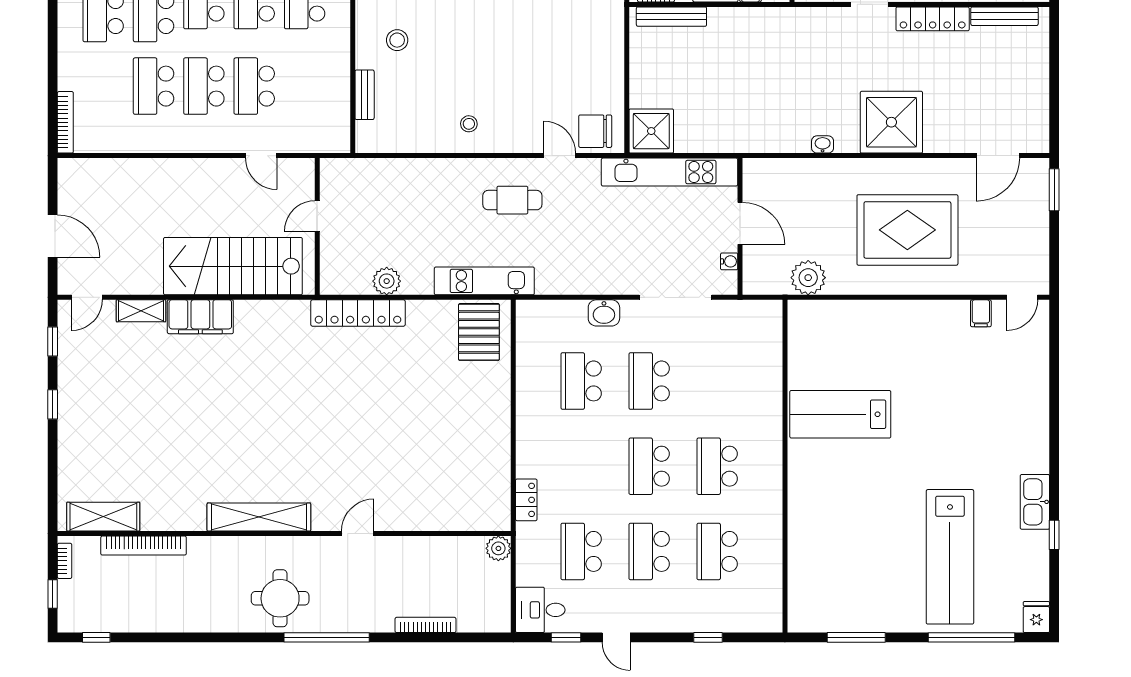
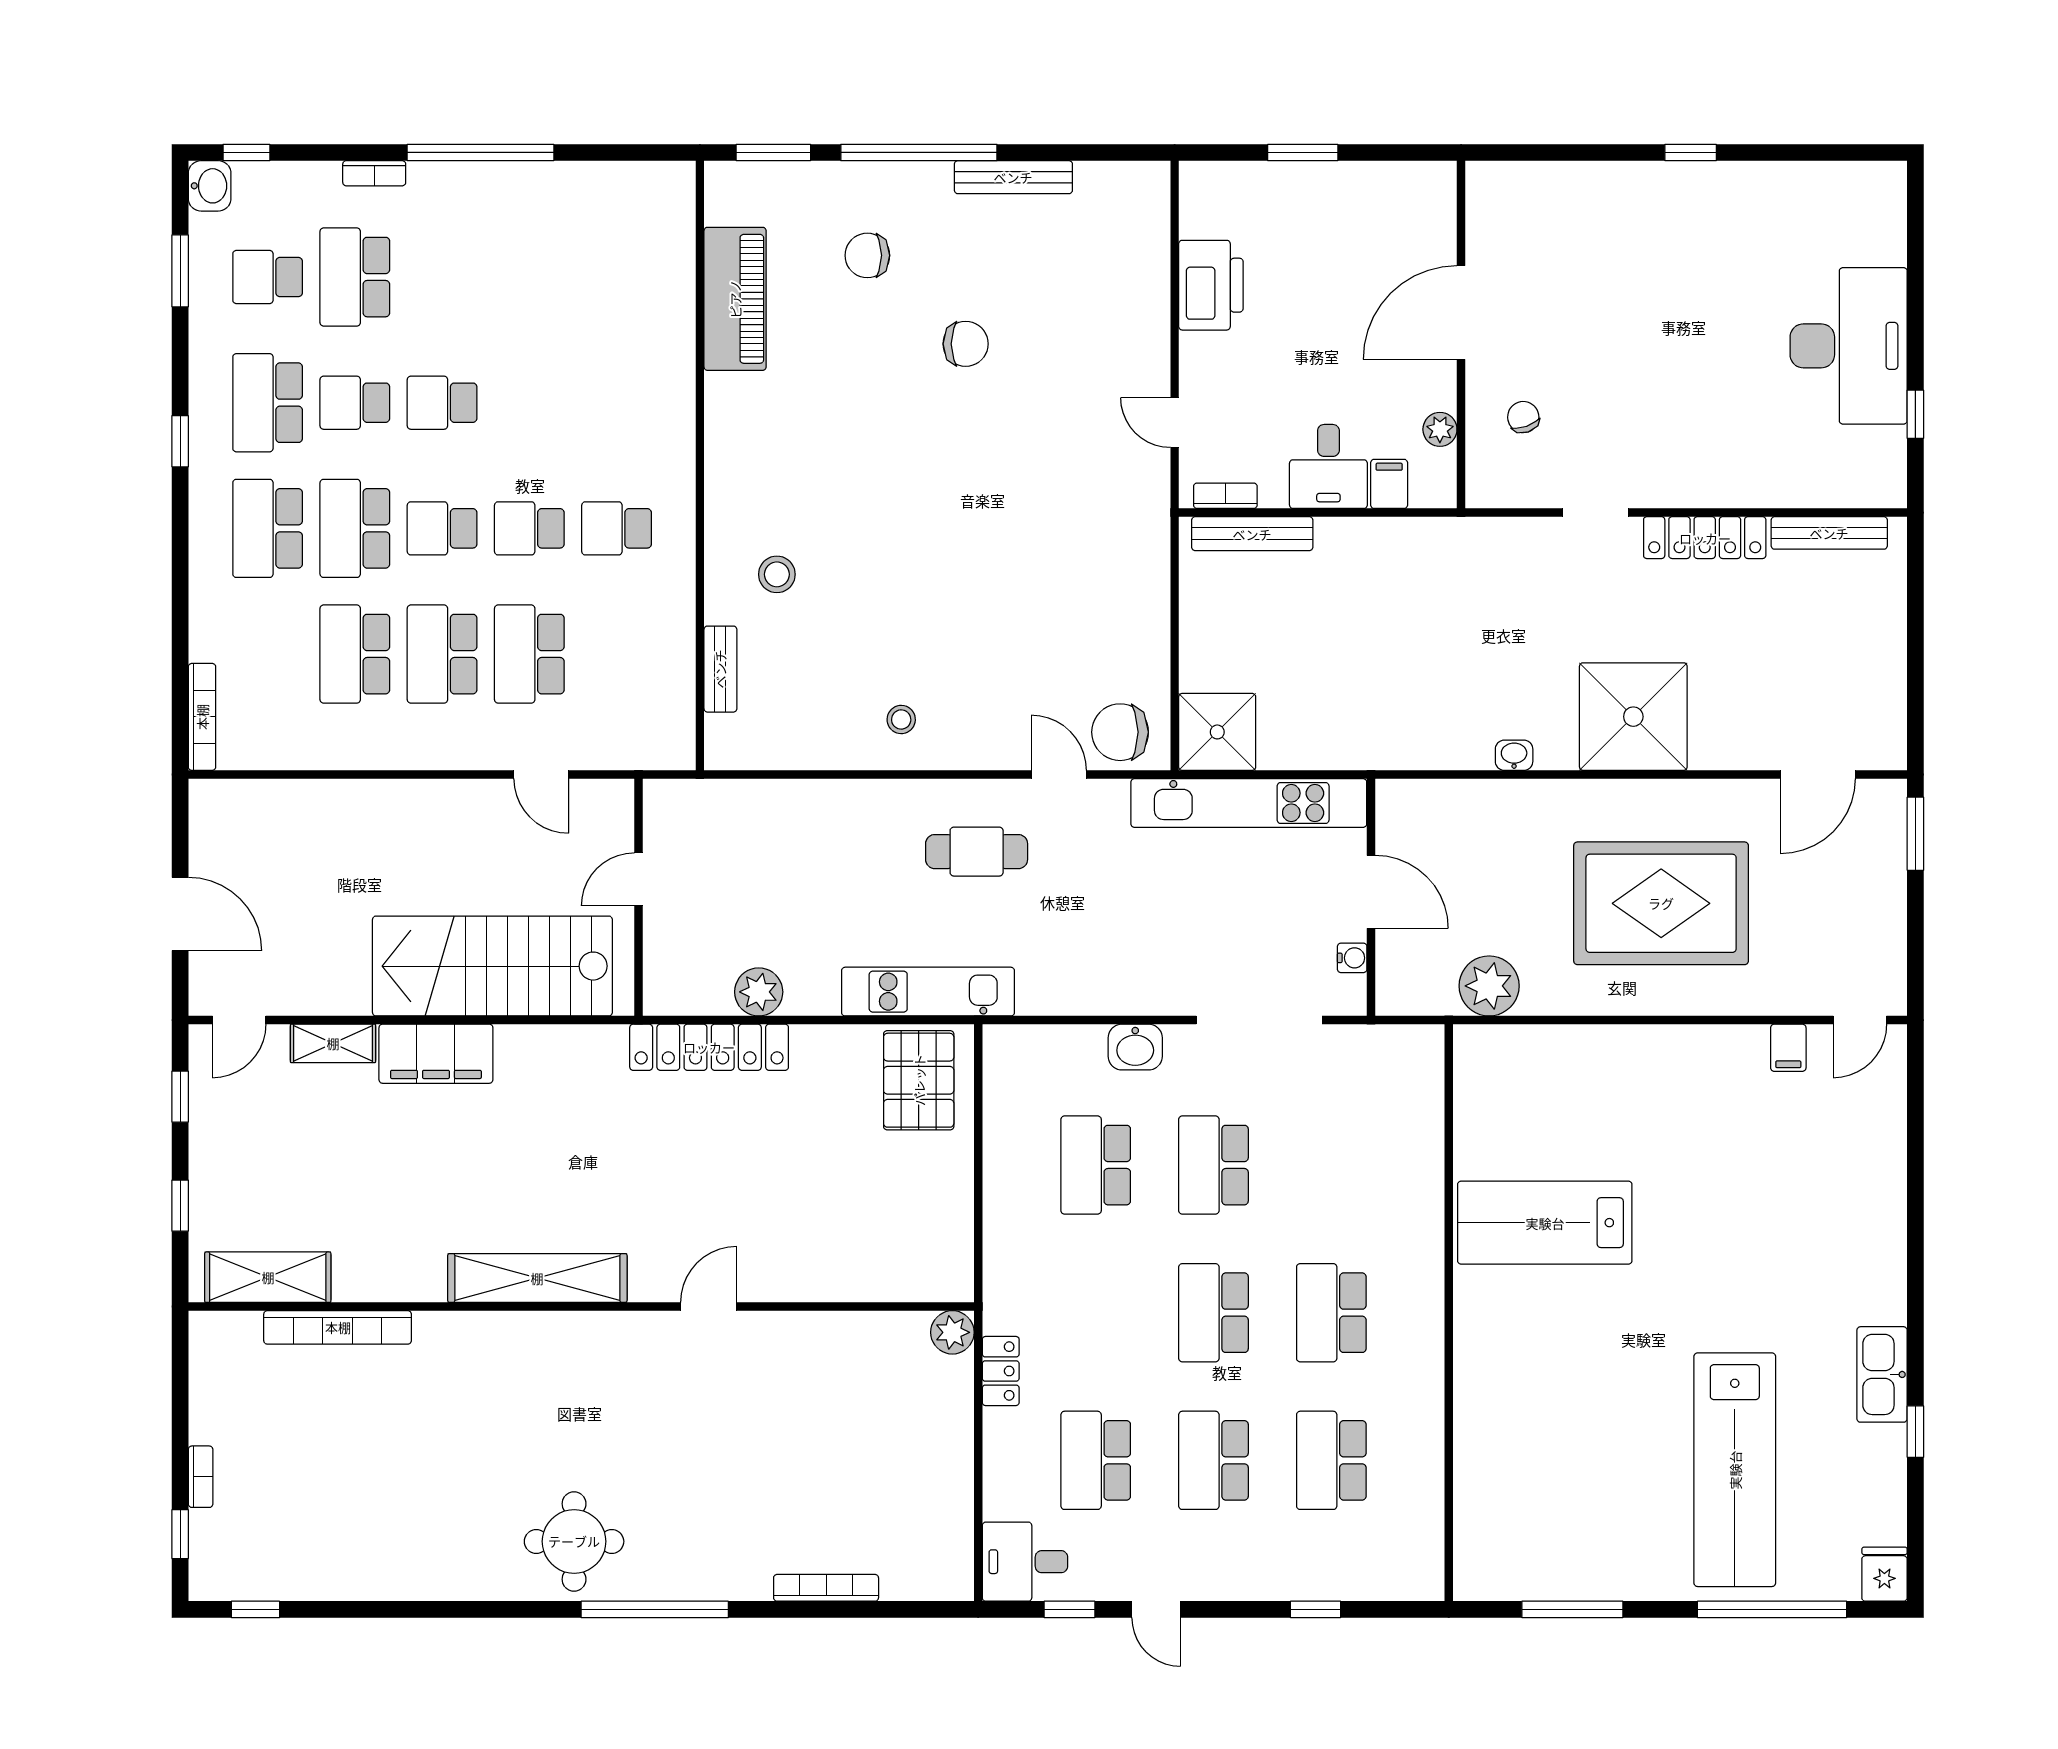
shelving: (103, 517) -> (268, 1277), moved
shelving: (259, 517) -> (537, 1278), moved
wall: (284, 534) -> (581, 1307), moved
door: (358, 534) -> (709, 1307), moved
bookcase: (144, 546) -> (338, 1327), moved
plant: (498, 548) -> (952, 1332), moved

